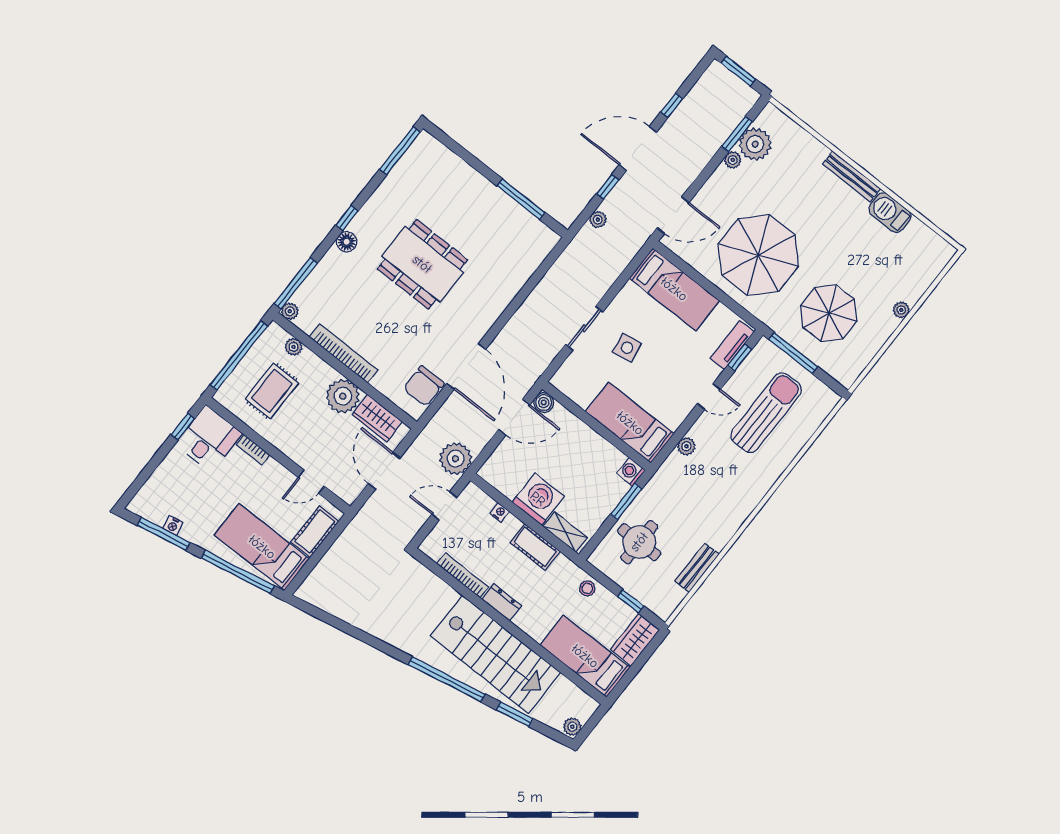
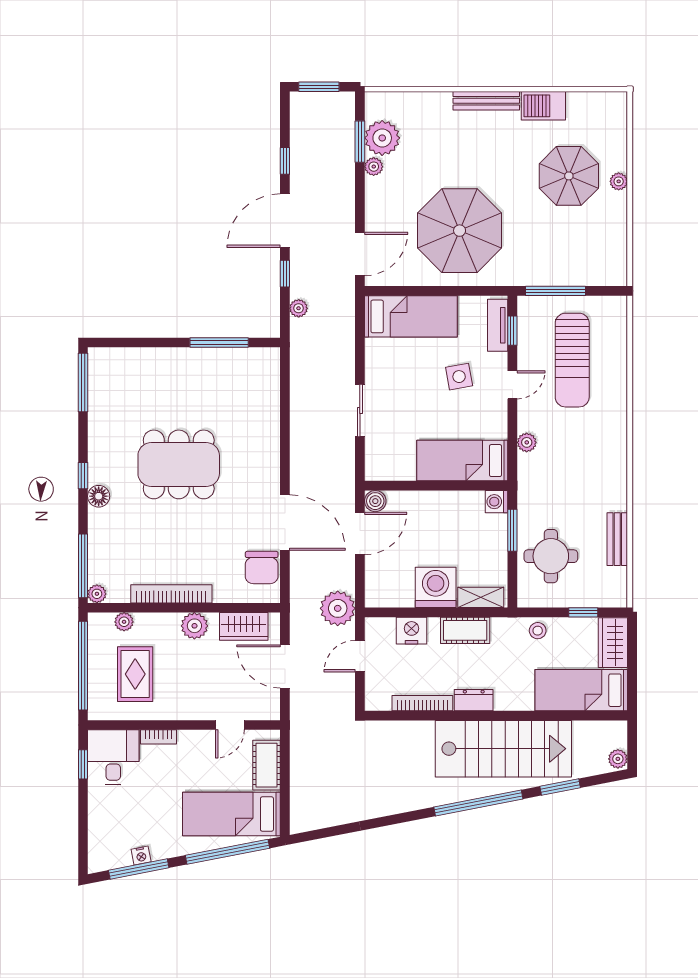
parasol: (829, 313) -> (569, 176), moved
side table: (627, 348) -> (459, 377), moved
plant: (343, 396) -> (194, 626), width x0.73, depth x0.73
sun lounger: (766, 413) -> (572, 360), turned 180
nightstand: (500, 512) -> (412, 631), width x1.89, depth x1.79

